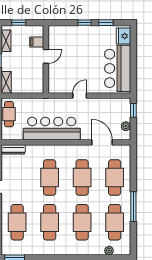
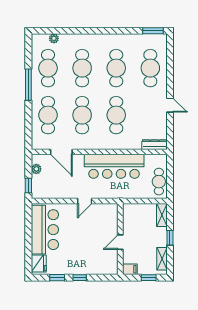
filing cabinet: (37, 42) -> (130, 269), moved

